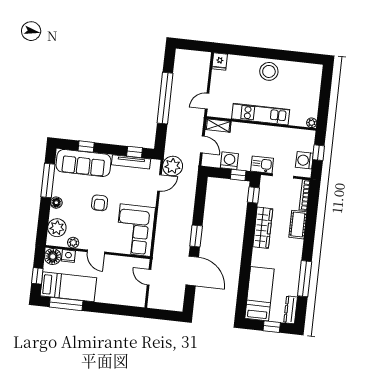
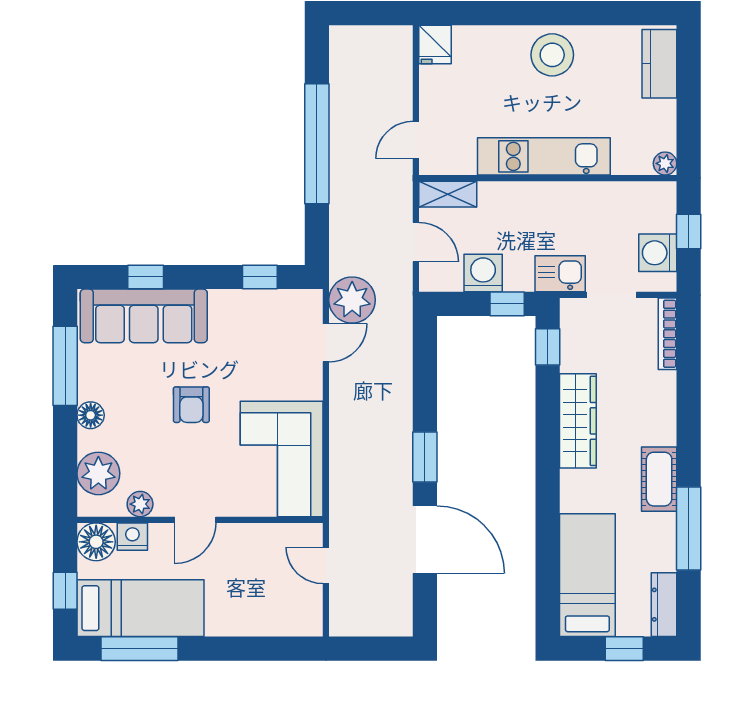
kitchen counter: (314, 80) -> (659, 64), added
tv unit: (131, 162) -> (254, 301), removed
cot: (298, 225) -> (659, 479), moved
door: (96, 252) -> (195, 520), hinge flipped

